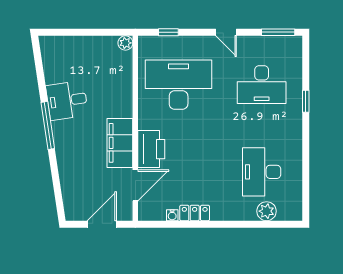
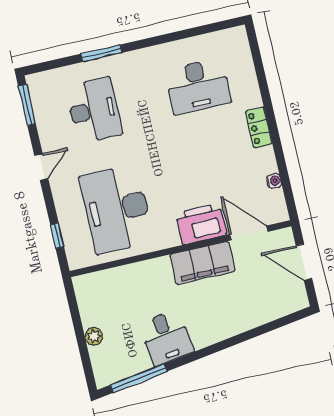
plant: (125, 43) -> (94, 336), moved
window: (306, 101) -> (101, 53), width x1.50
window: (48, 125) -> (139, 378), moved
plant: (267, 211) -> (243, 70), removed
locker: (195, 213) -> (259, 127), moved

